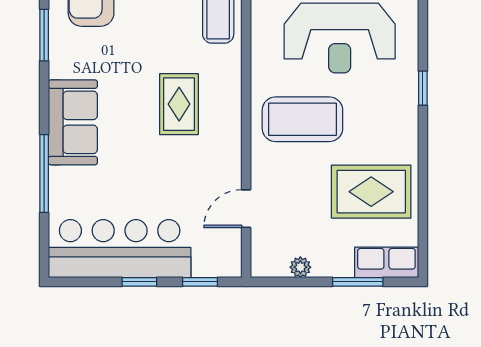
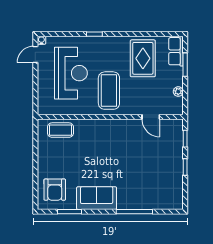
rug: (179, 104) -> (102, 148), removed
sofa: (73, 122) -> (97, 198), moved
bar counter: (120, 249) -> (170, 176), removed

